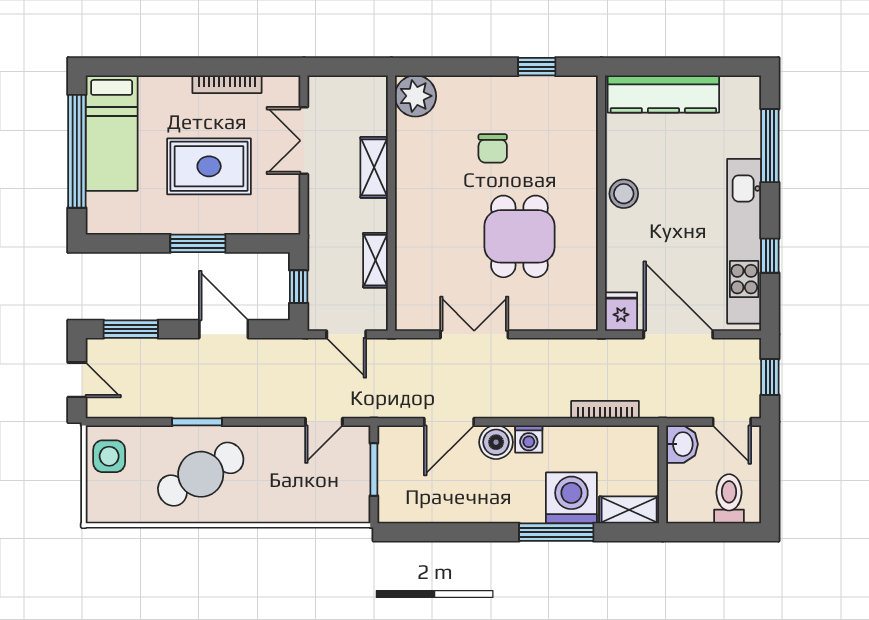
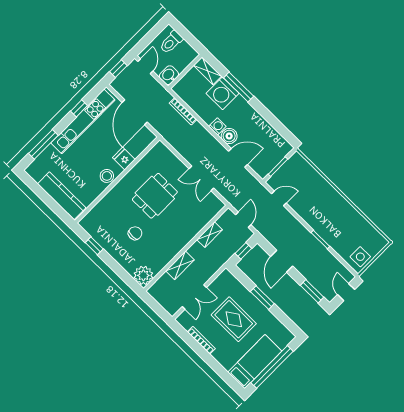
fridge: (621, 312) -> (124, 159), moved, turned 90
cafe table: (201, 474) -> (336, 221), removed

